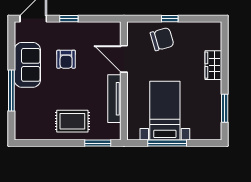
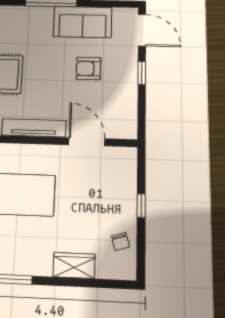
chair: (162, 39) -> (121, 241), moved, width x0.54, depth x0.54
door: (124, 59) -> (87, 142), hinge flipped

